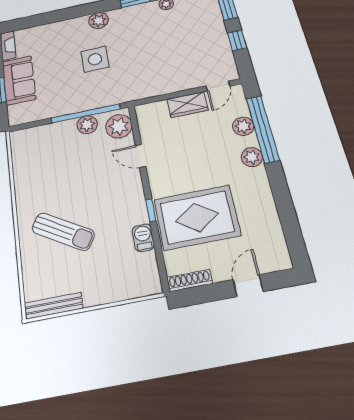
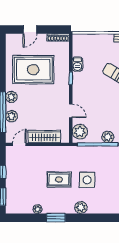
rug: (141, 50) -> (59, 179), added
wardrobe: (187, 105) -> (44, 137), width x1.50
plant: (87, 125) -> (108, 137), moved
rug: (197, 217) -> (33, 70), moved

